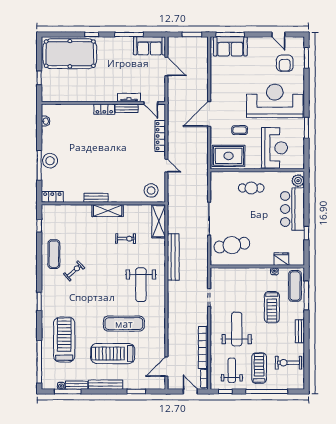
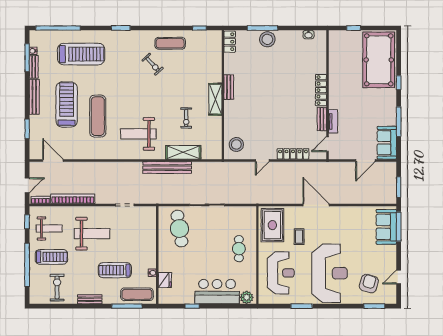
armchair: (285, 63) -> (369, 284), turned 107
locker: (104, 109) -> (321, 90), width x1.53
reception desk: (274, 148) -> (281, 273), turned -90
shelving: (159, 221) -> (183, 152), moved

